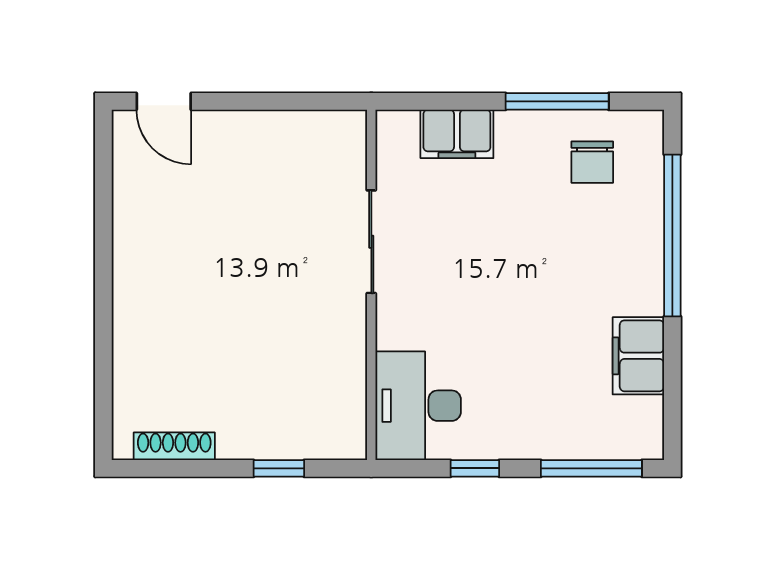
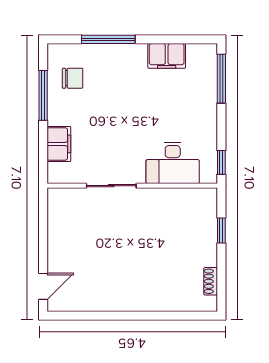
window: (672, 236) -> (108, 39), width x0.68
desk: (418, 406) -> (173, 163), moved
shoe rack: (174, 446) -> (211, 281), width x0.70
window: (475, 468) -> (221, 162), moved

